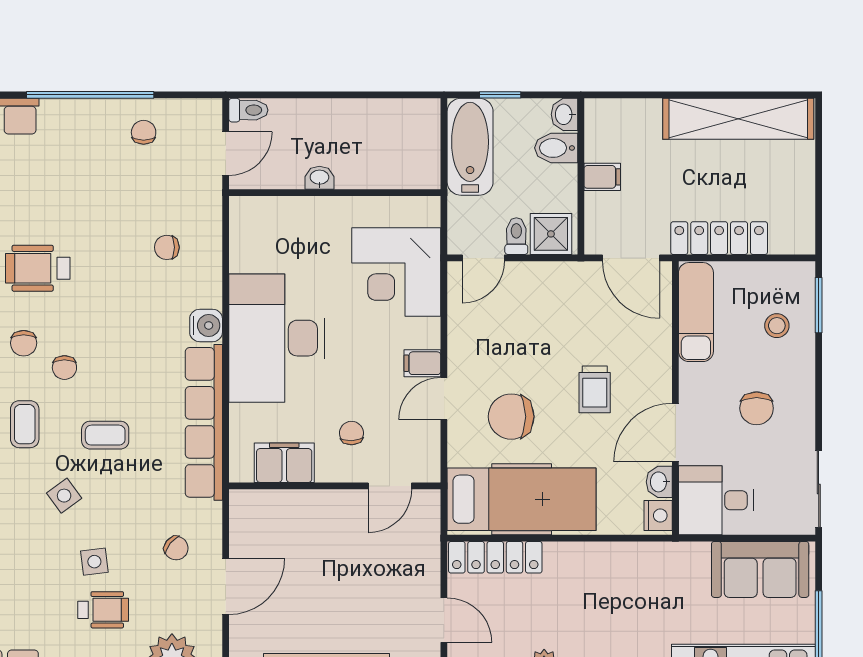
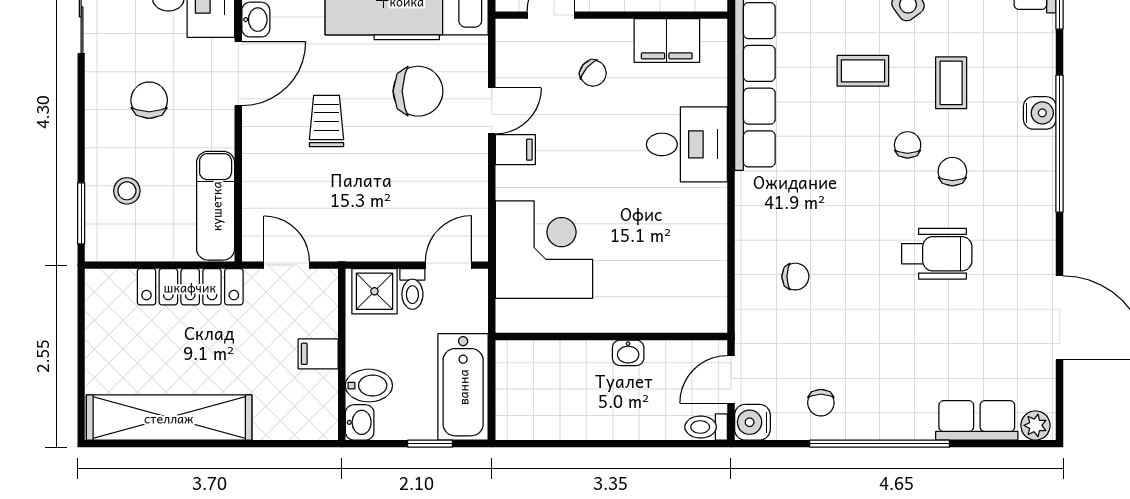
door: (631, 258) -> (287, 265), width x0.73
water cooler: (206, 325) -> (752, 422), moved
desk: (277, 338) -> (687, 144), width x0.53, depth x0.77
chair: (351, 433) -> (593, 73), turned -46

